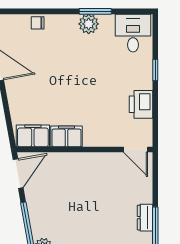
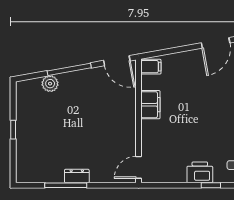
printer: (141, 104) -> (200, 172), moved
filing cabinet: (33, 136) -> (151, 67), width x0.50

